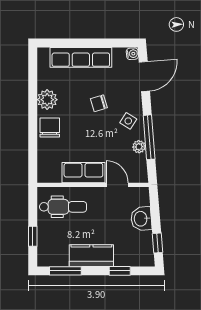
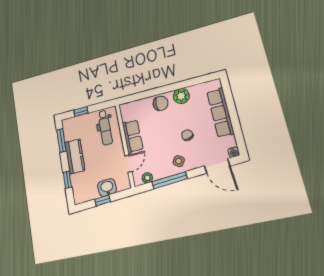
plant: (139, 147) -> (147, 178), moved
window: (157, 243) -> (103, 200), moved

